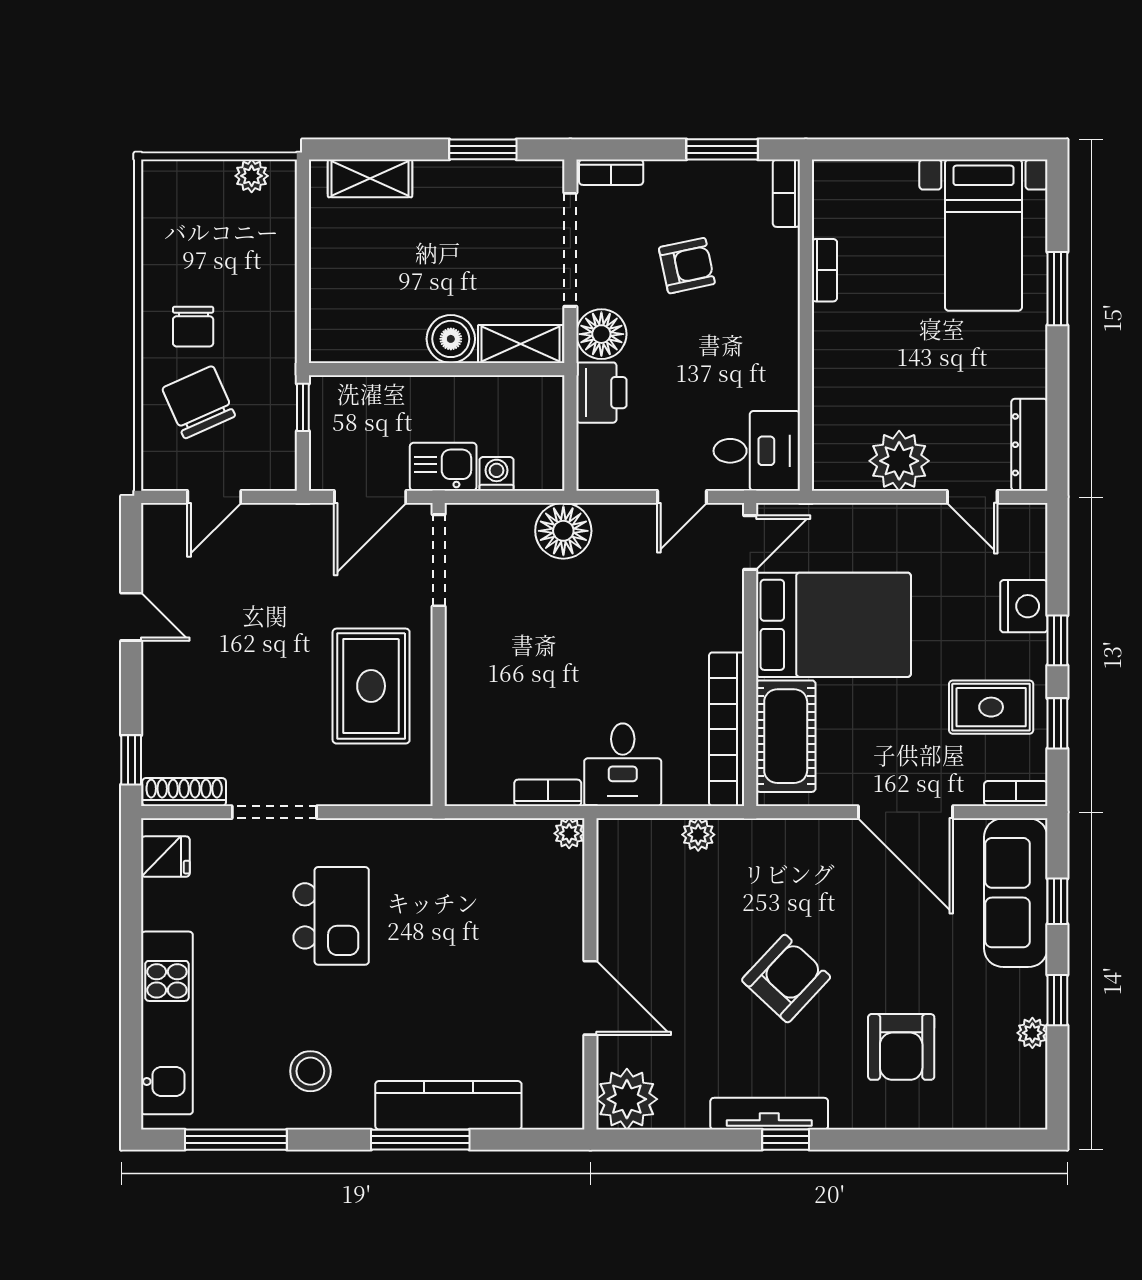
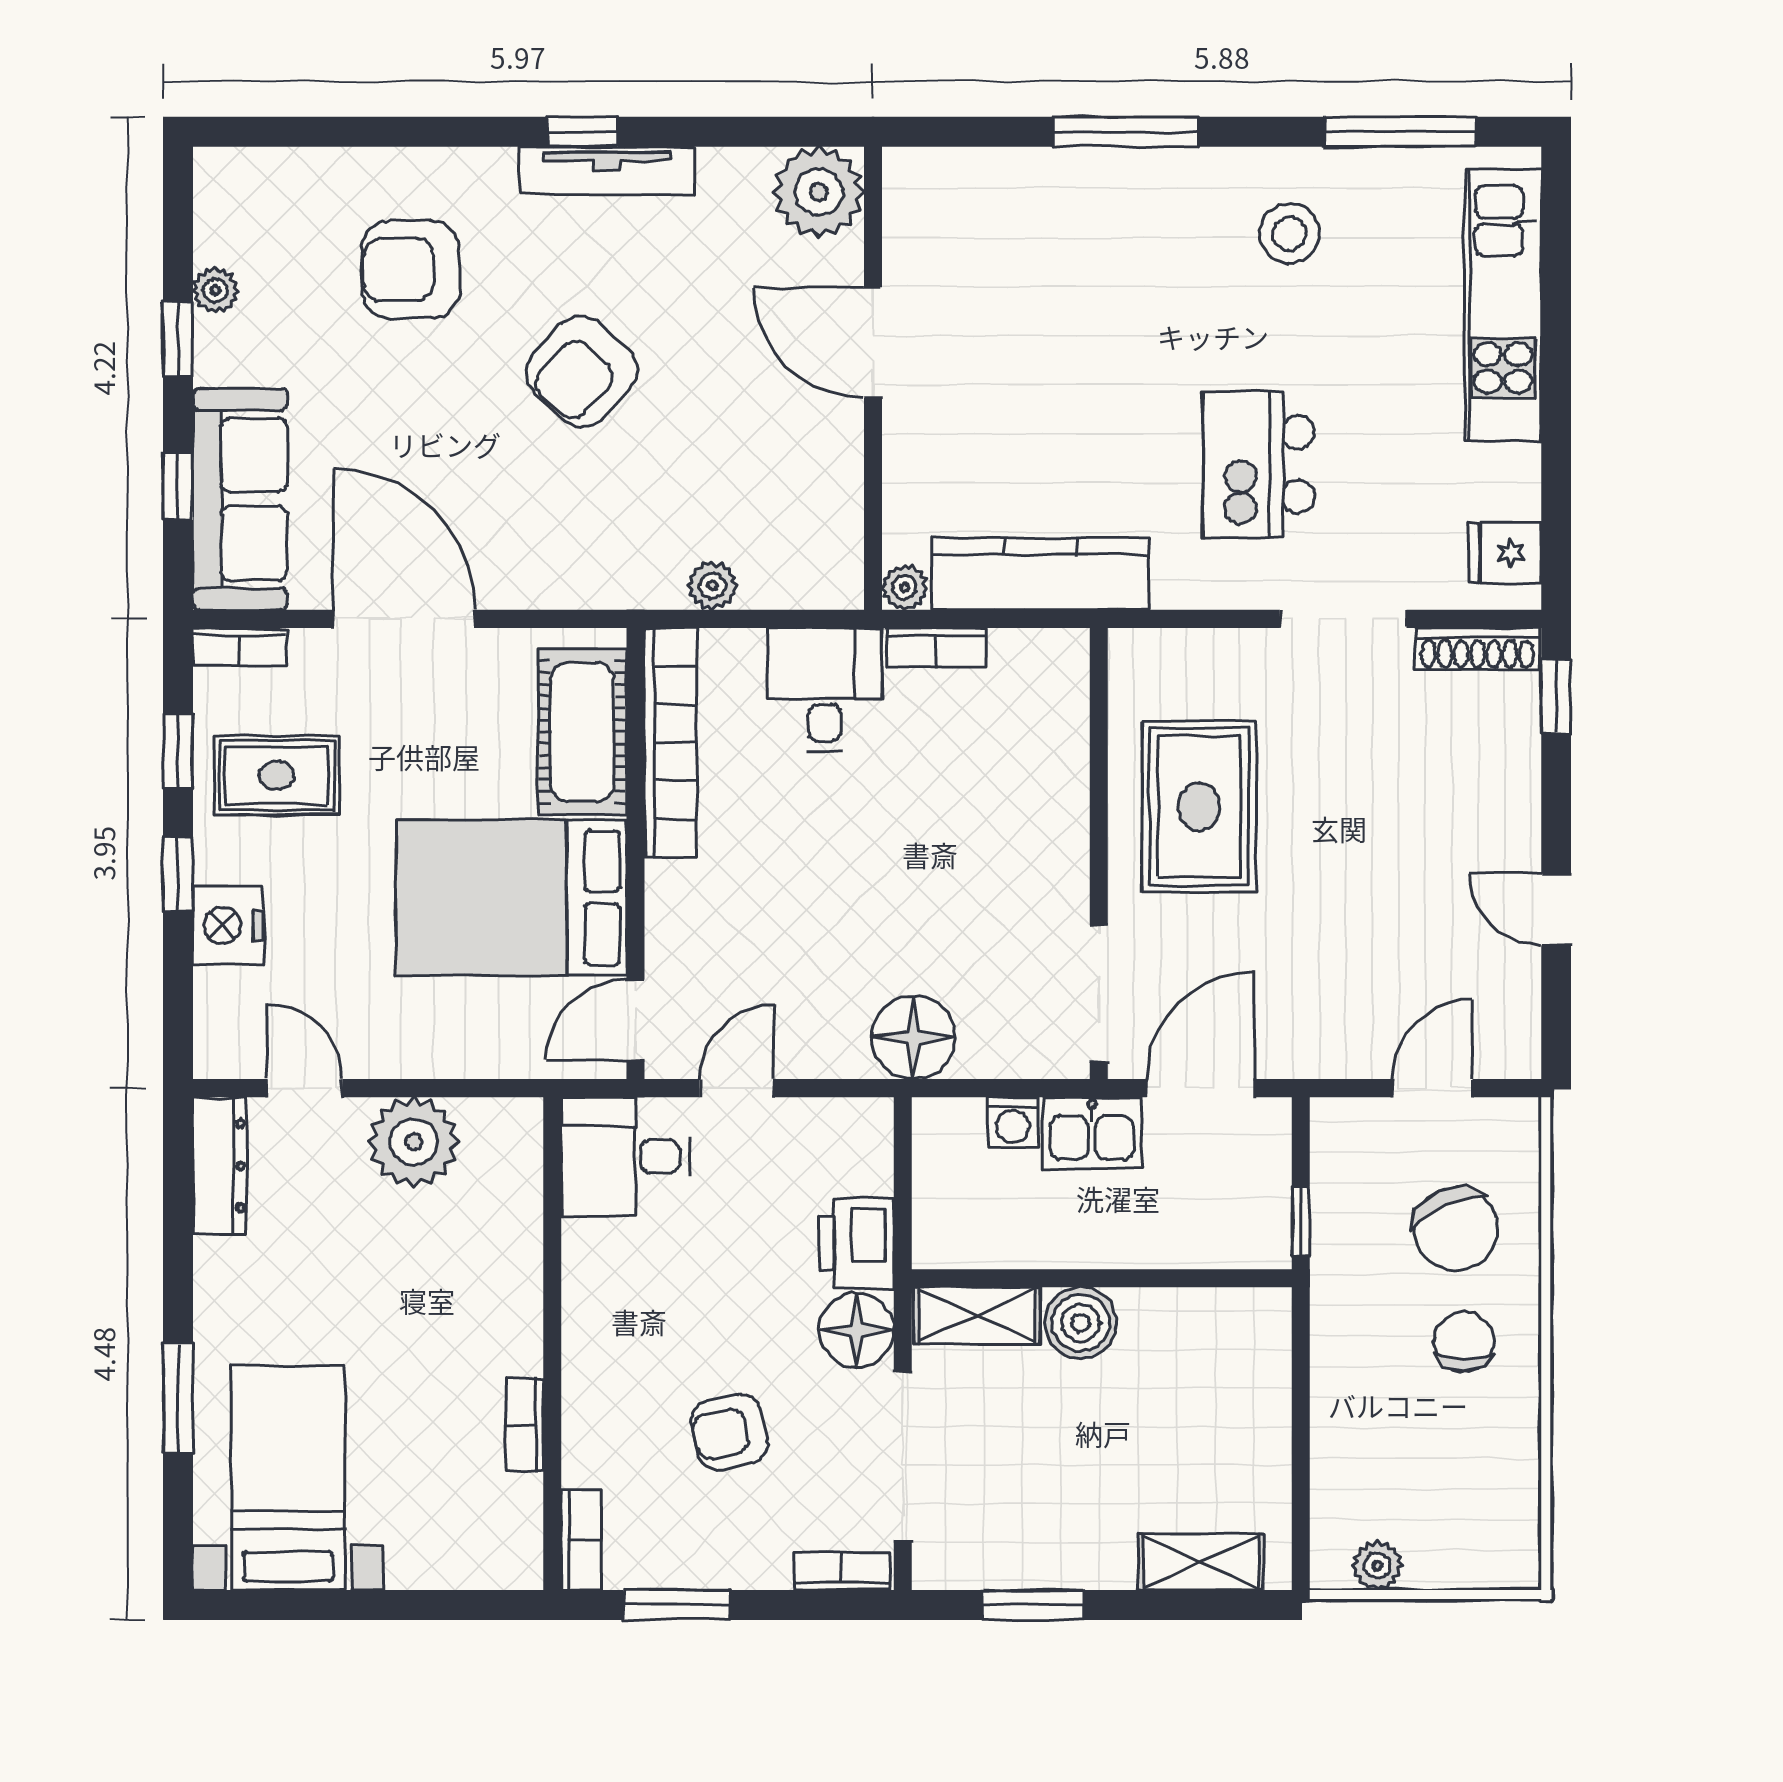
armchair: (901, 1047) -> (410, 270), turned -90
kitchen counter: (448, 1105) -> (1040, 574), moved, turned 180

